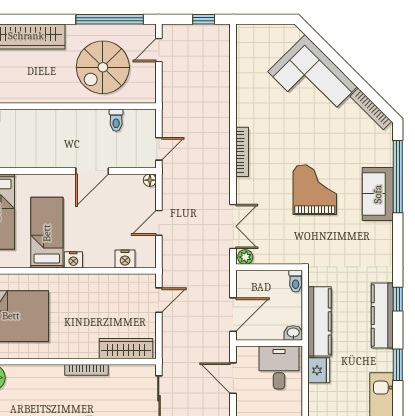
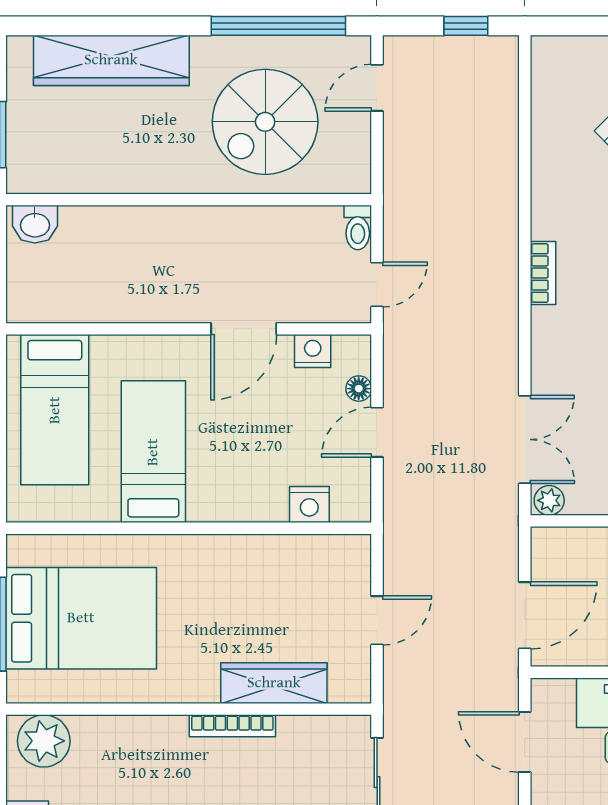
toilet: (116, 120) -> (358, 227), moved
bookcase: (242, 152) -> (543, 273), width x0.64
floor lamp: (150, 180) -> (359, 389), moved
nightstand: (73, 260) -> (313, 351), moved, turned 180
door: (159, 300) -> (377, 620), moved
wardrobe: (126, 349) -> (274, 683), moved

